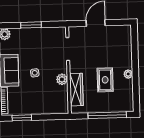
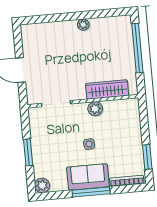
rug: (105, 80) -> (92, 54), removed

